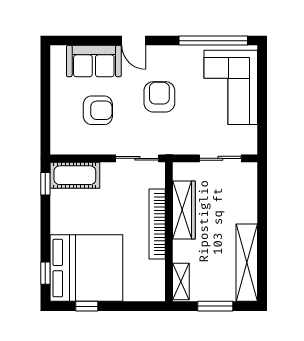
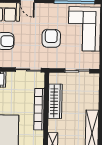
armchair: (159, 97) -> (51, 38), moved

